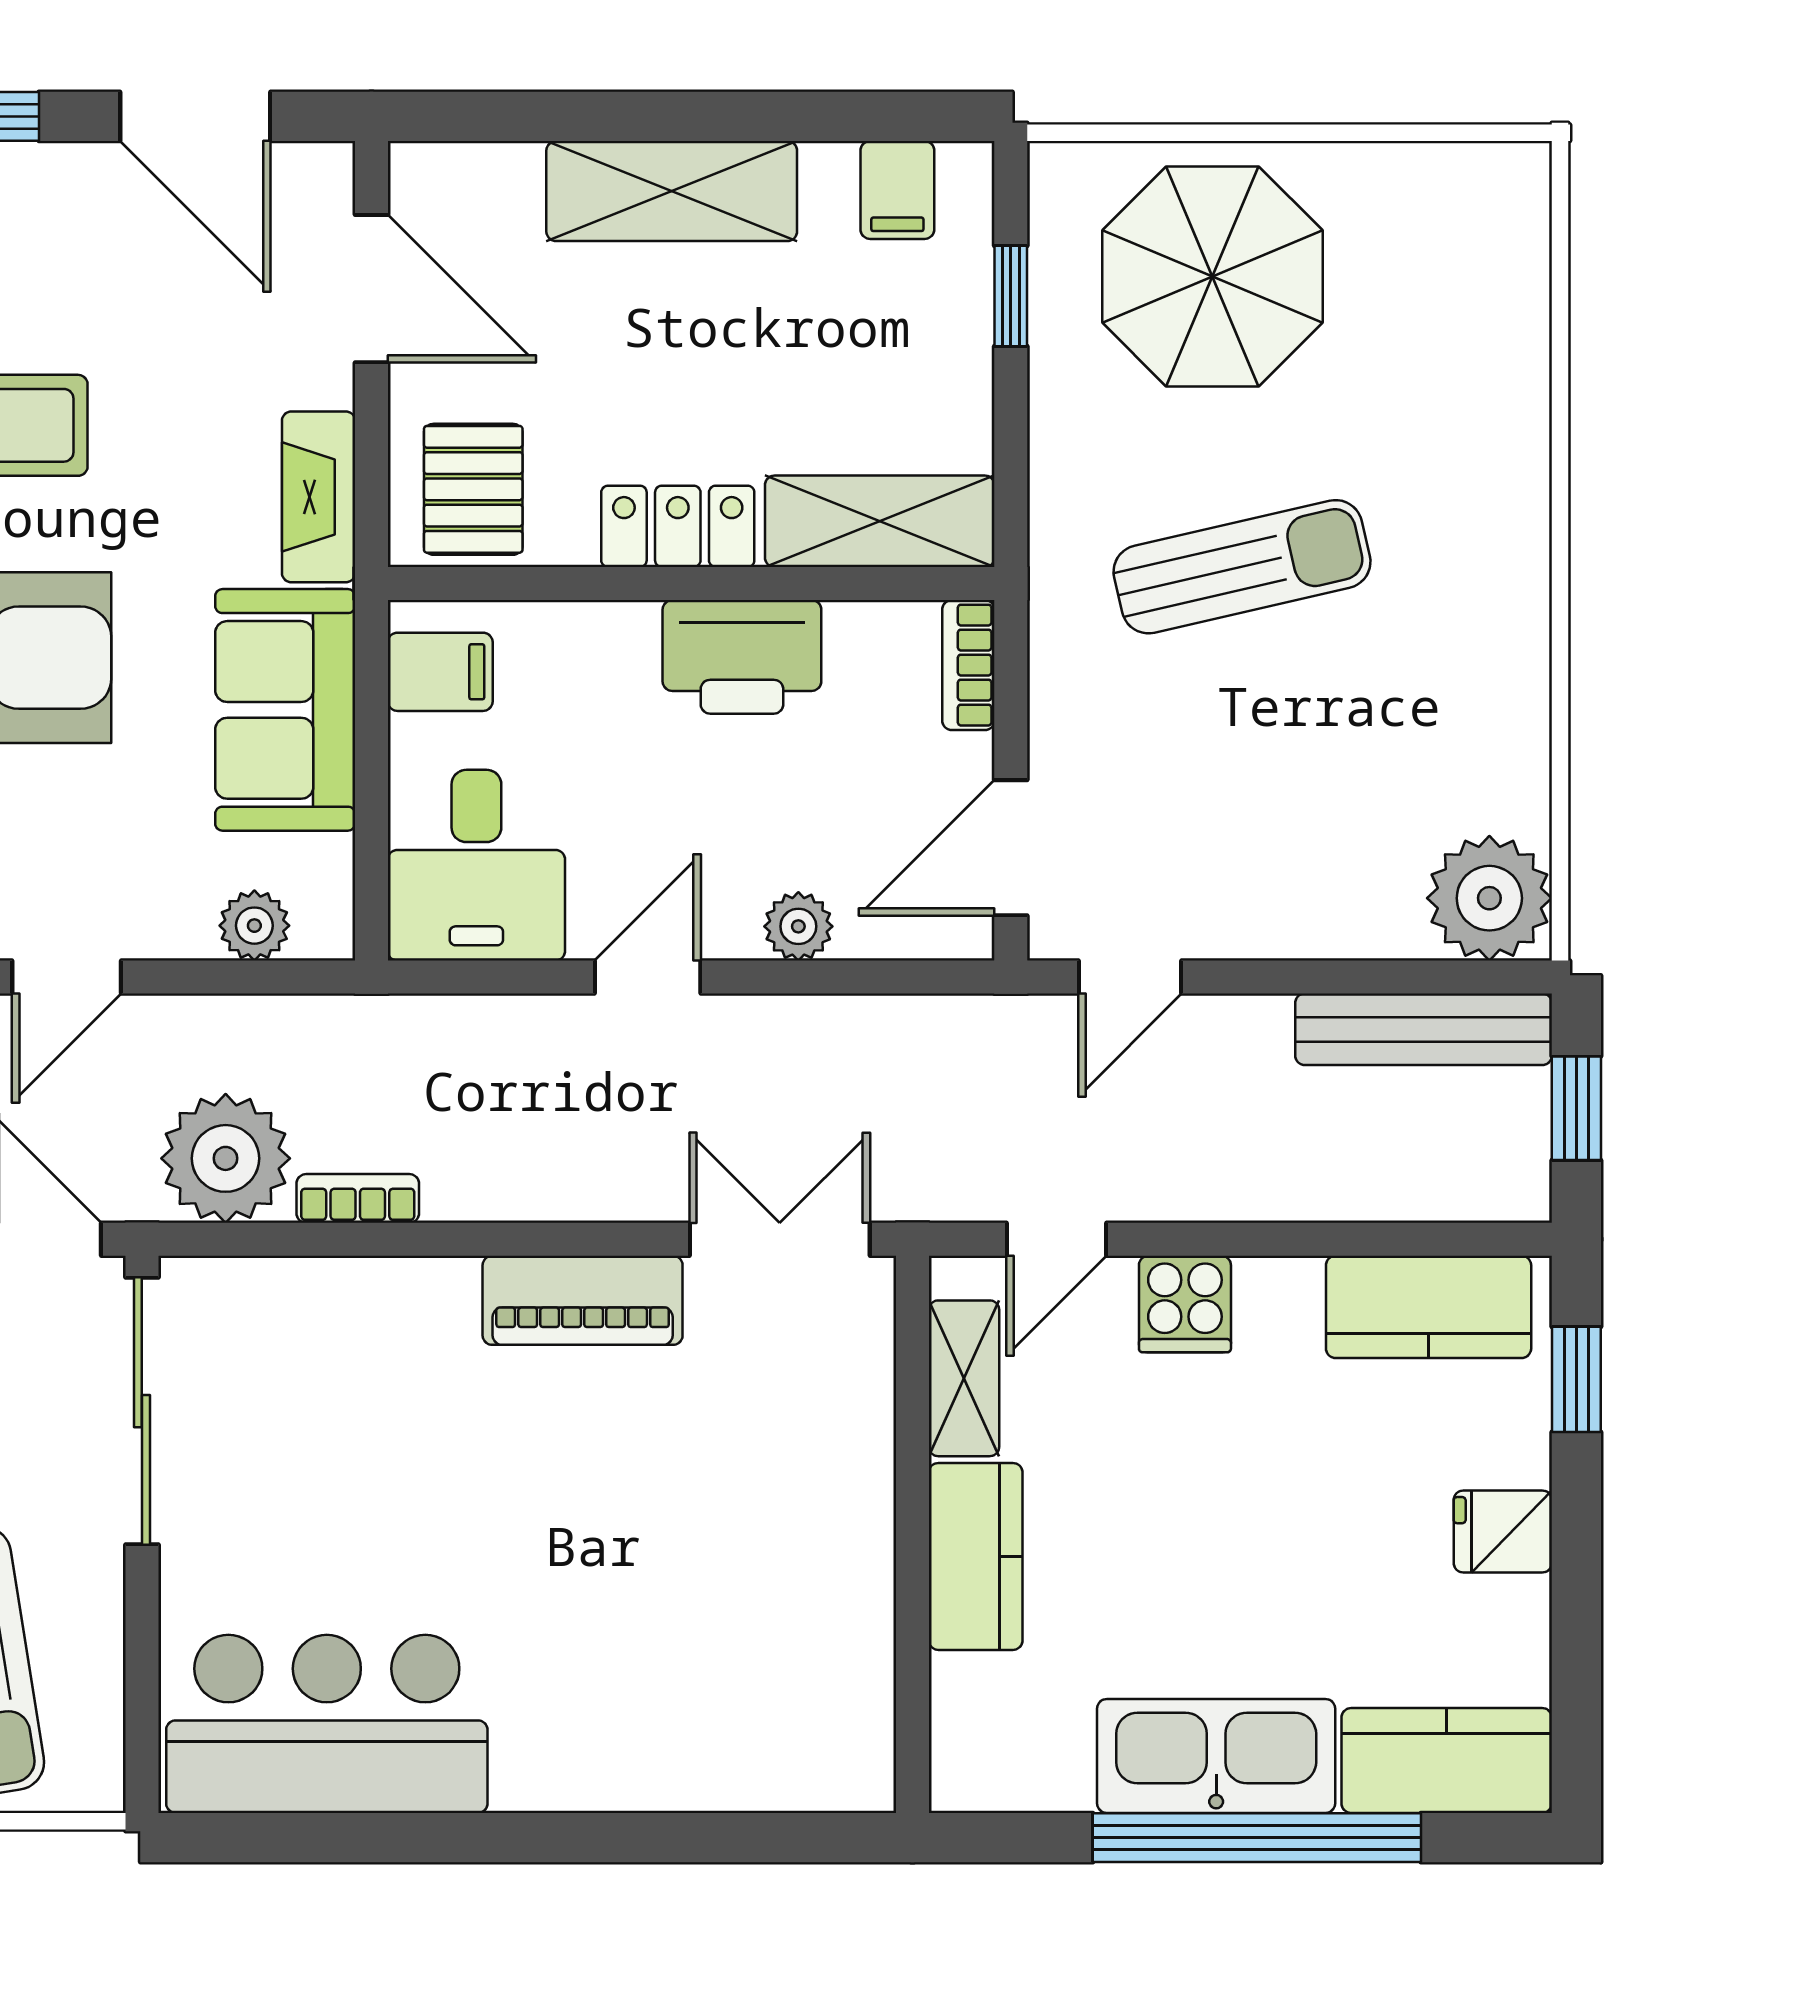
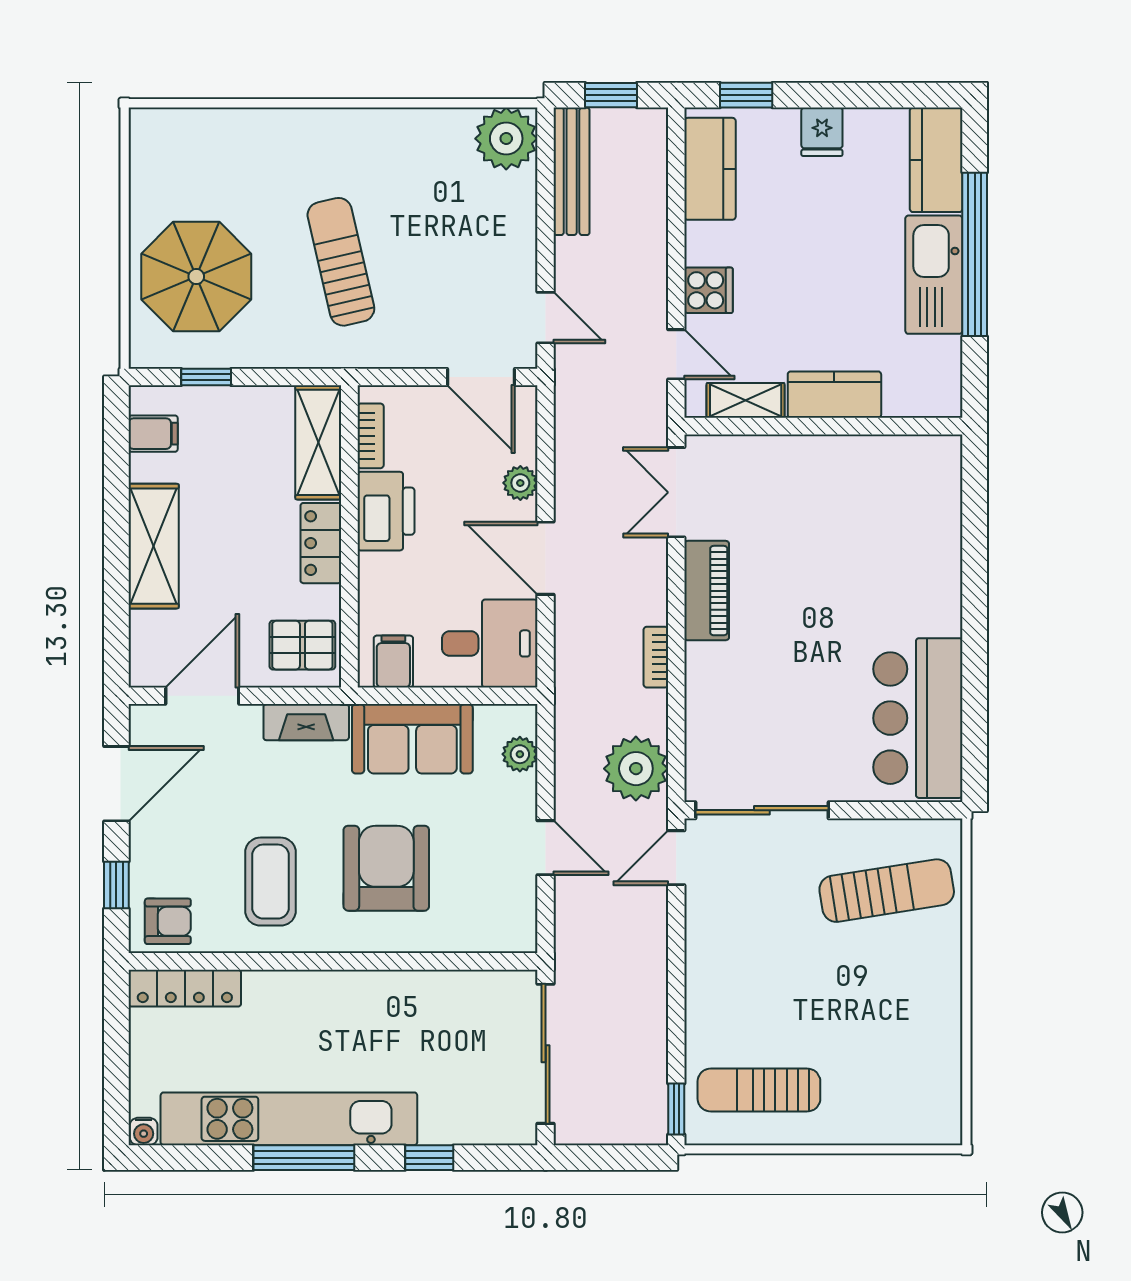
bookcase: (968, 665) -> (371, 436), moved, turned -90
door: (648, 977) -> (546, 558), width x1.38
bookcase: (358, 1198) -> (656, 657), moved

